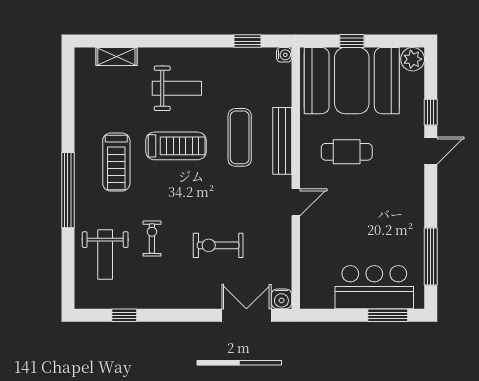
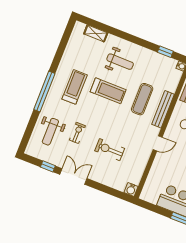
treadmill: (116, 162) -> (75, 87), turned 180
double door: (246, 315) -> (73, 176), moved

